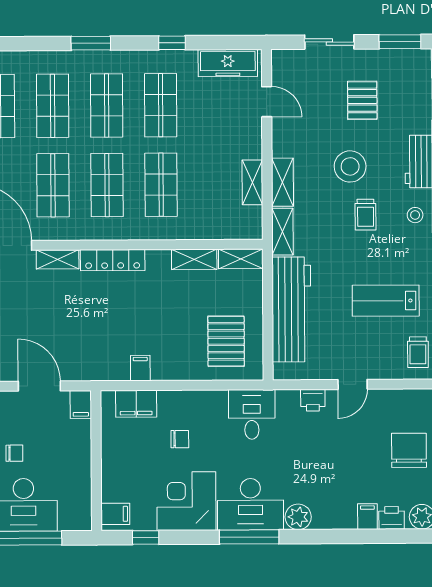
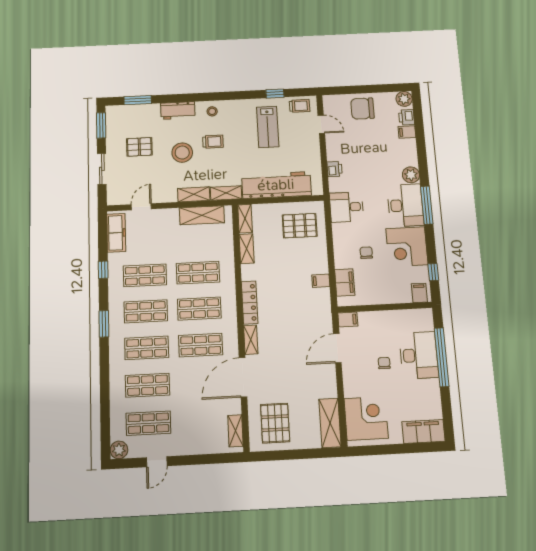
shelving: (252, 182) -> (202, 215), width x1.50, depth x1.33
door: (353, 384) -> (321, 124), moved

